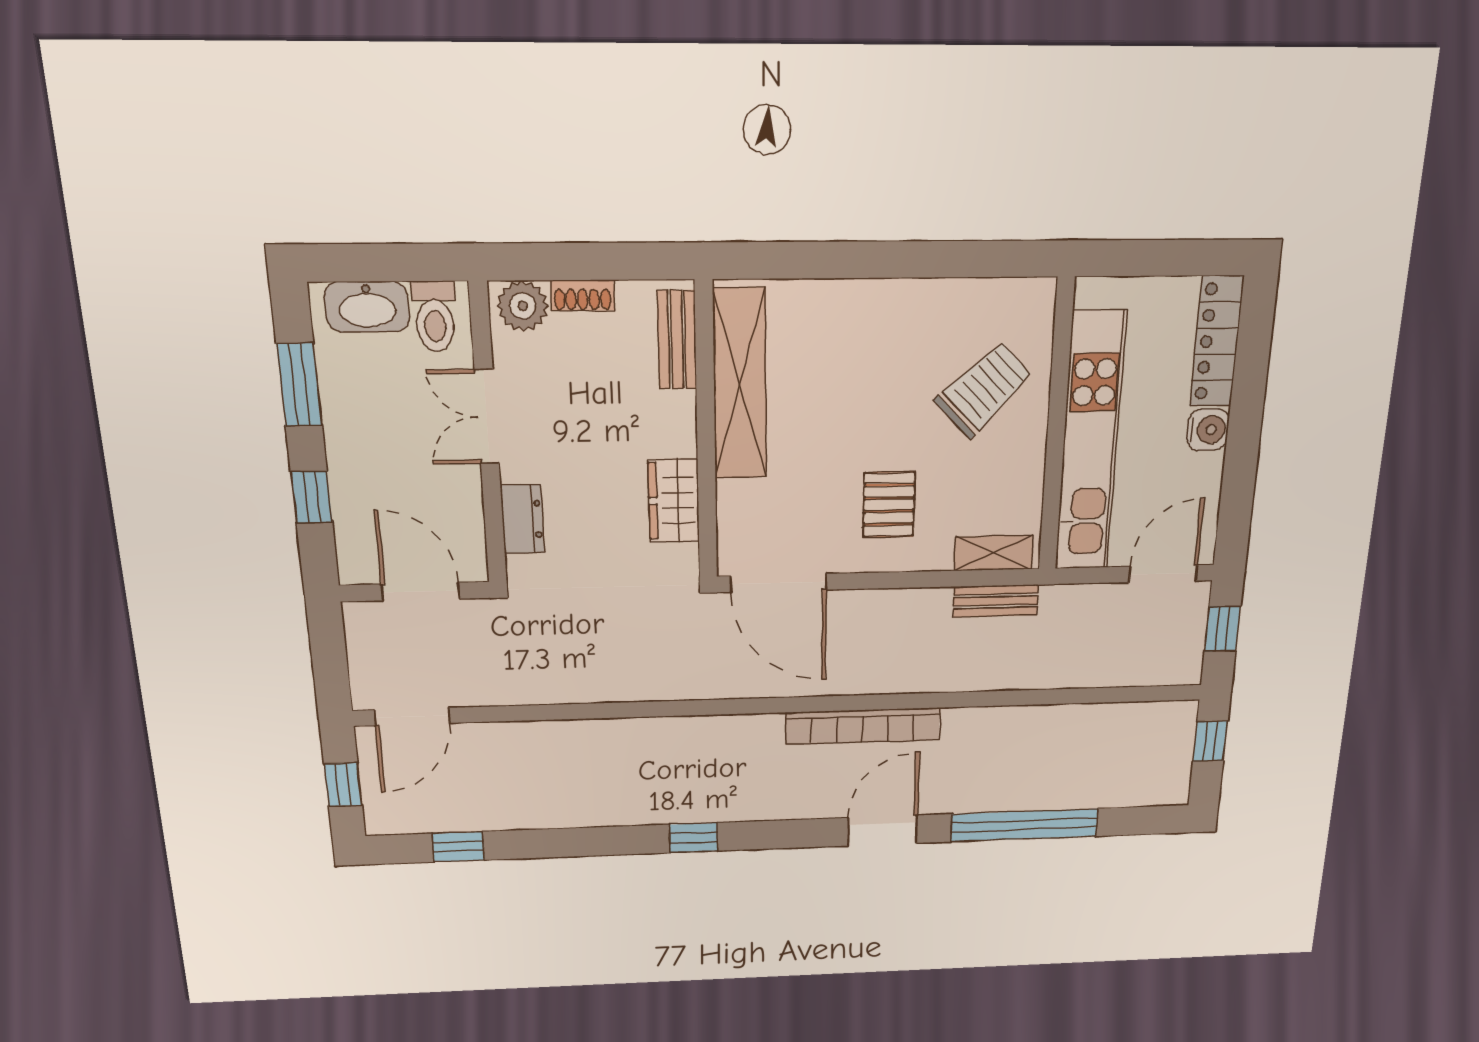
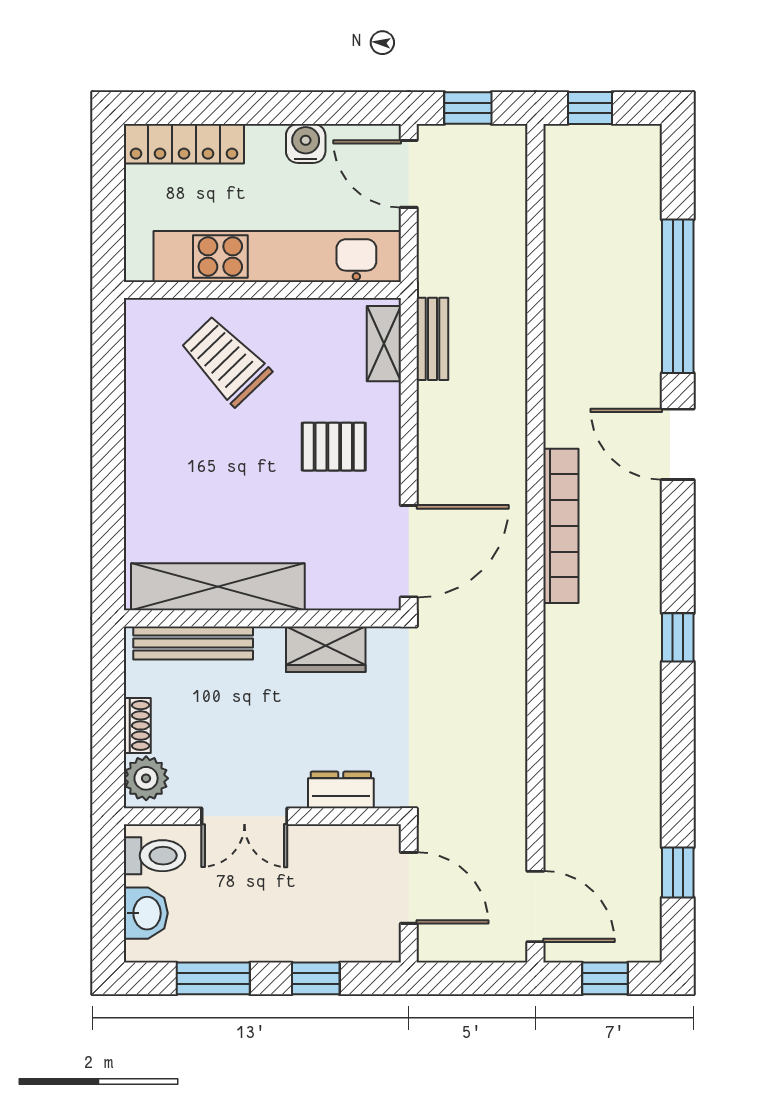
washbasin: (367, 307) -> (146, 913), width x0.72
bench: (677, 340) -> (193, 643), width x1.36
water cooler: (1208, 430) -> (306, 143), moved
door: (421, 592) -> (409, 888), swing flipped
bookcase: (862, 726) -> (561, 526), moved

